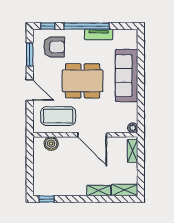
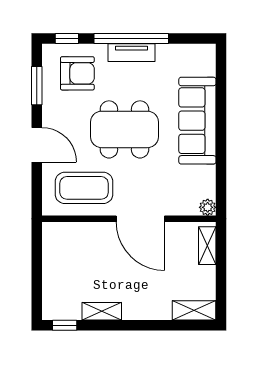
tv unit: (99, 34) -> (132, 53), moved
boiler: (51, 144) -> (72, 233), removed
shelving: (99, 191) -> (102, 311), moved

